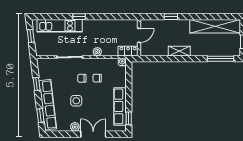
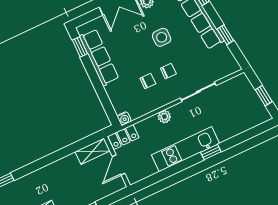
kitchen unit: (60, 26) -> (185, 149), moved
shelving: (179, 51) -> (93, 151), moved

